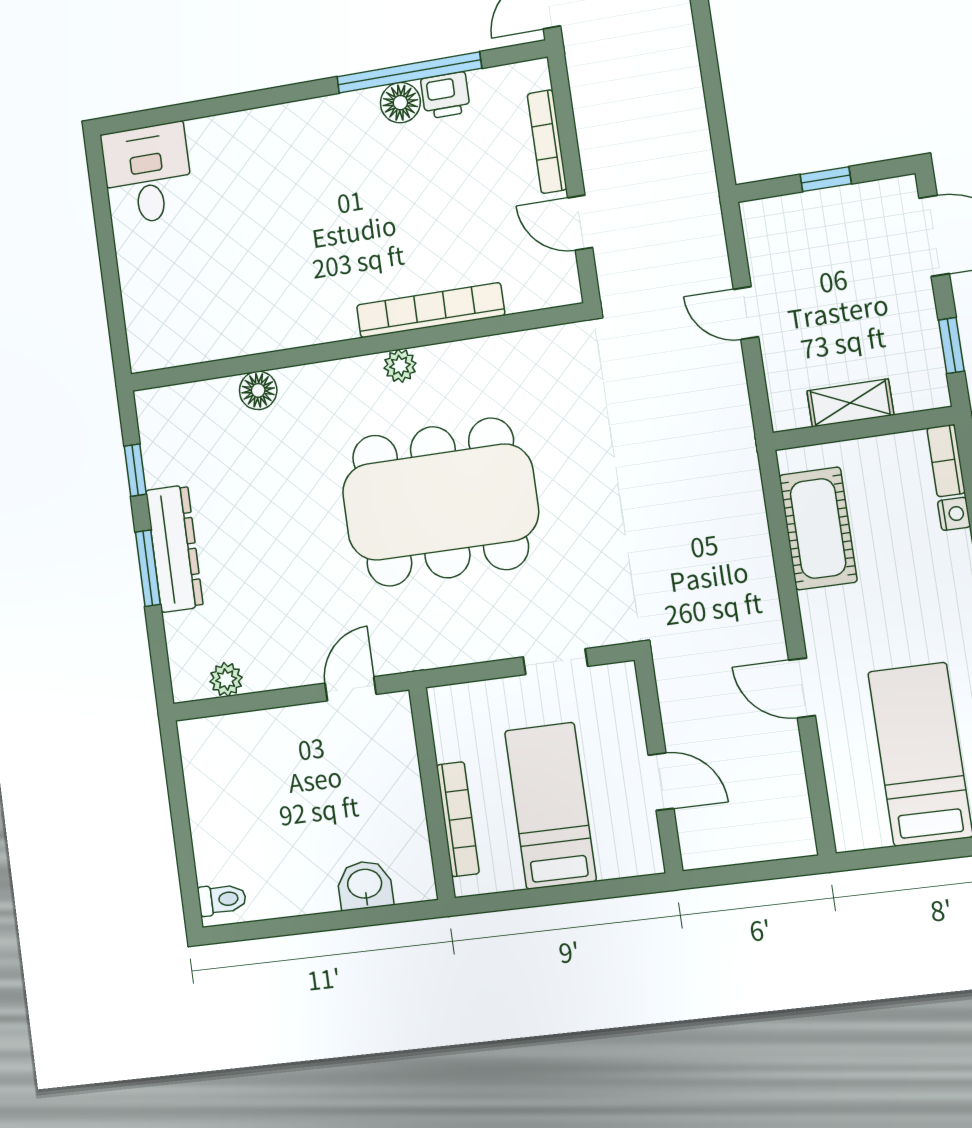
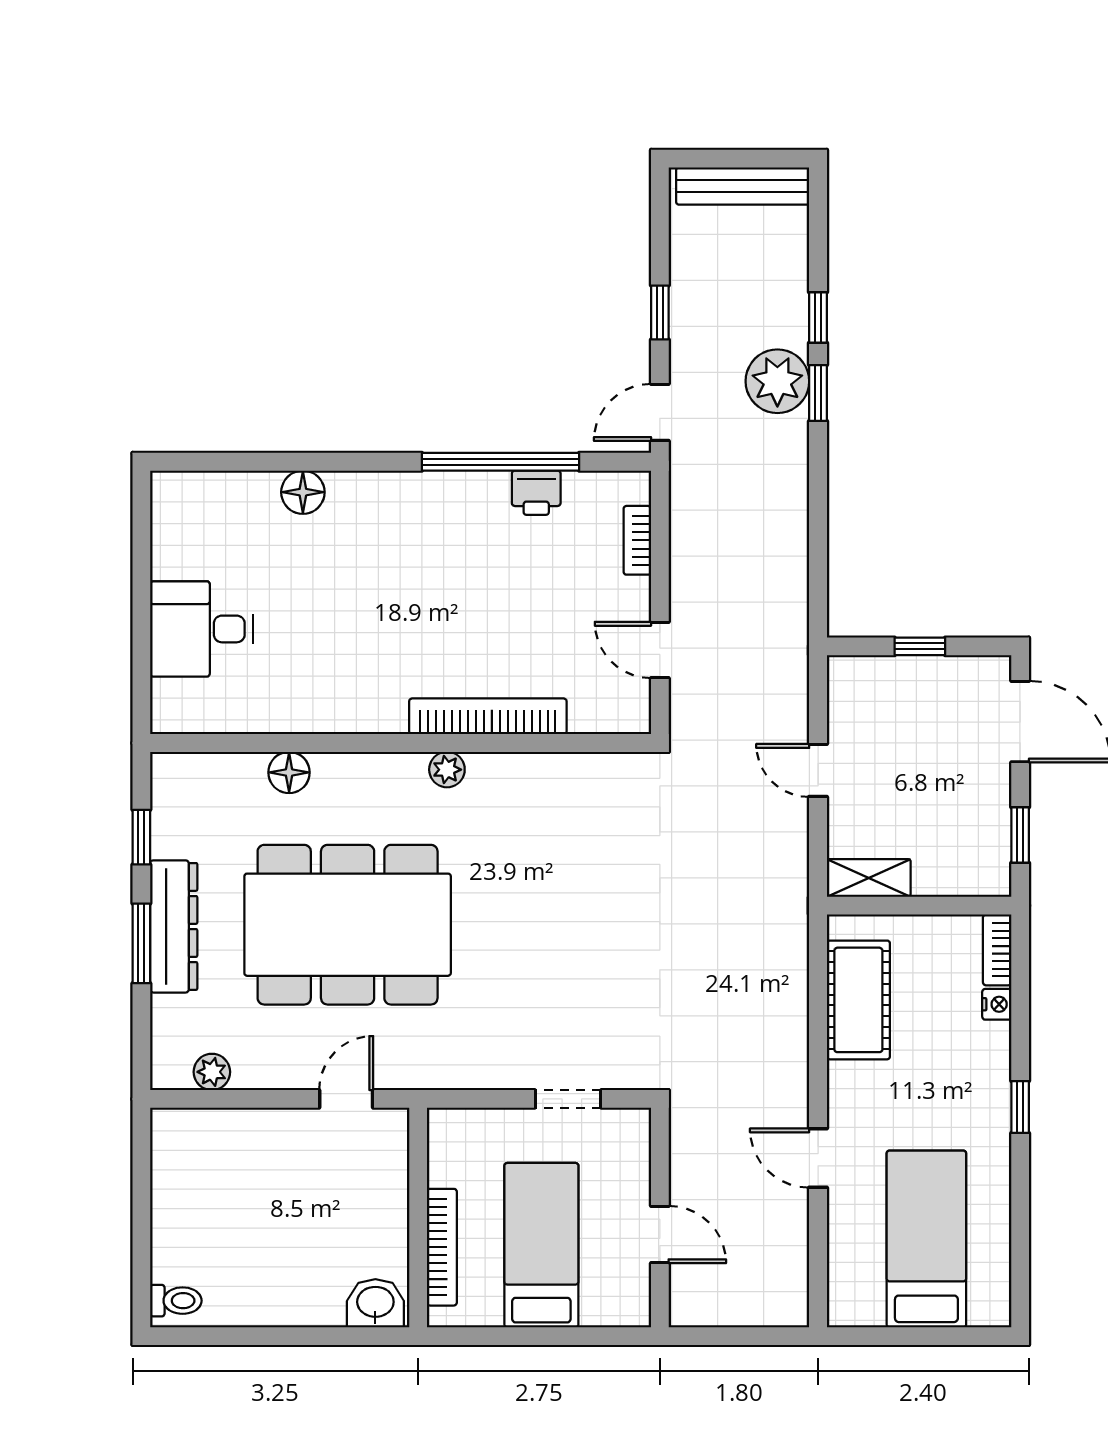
floor lamp: (400, 103) -> (303, 492), moved
bookcase: (547, 142) -> (637, 540), width x0.64
desk: (147, 174) -> (202, 629), moved, turned -90
shelving: (850, 403) -> (869, 878), moved
dining table: (440, 502) -> (348, 925), moved
washbasin: (365, 885) -> (375, 1303), moved

